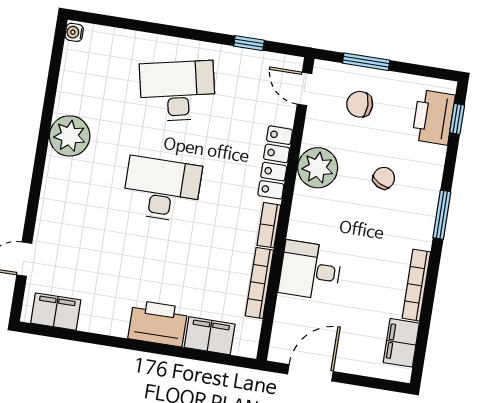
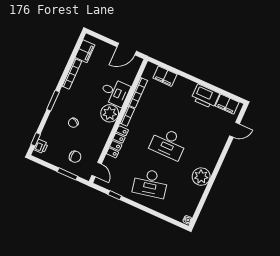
printer: (433, 117) -> (41, 146), width x0.53, depth x0.68
plant: (318, 168) -> (110, 113), moved
printer: (158, 323) -> (205, 96), moved

